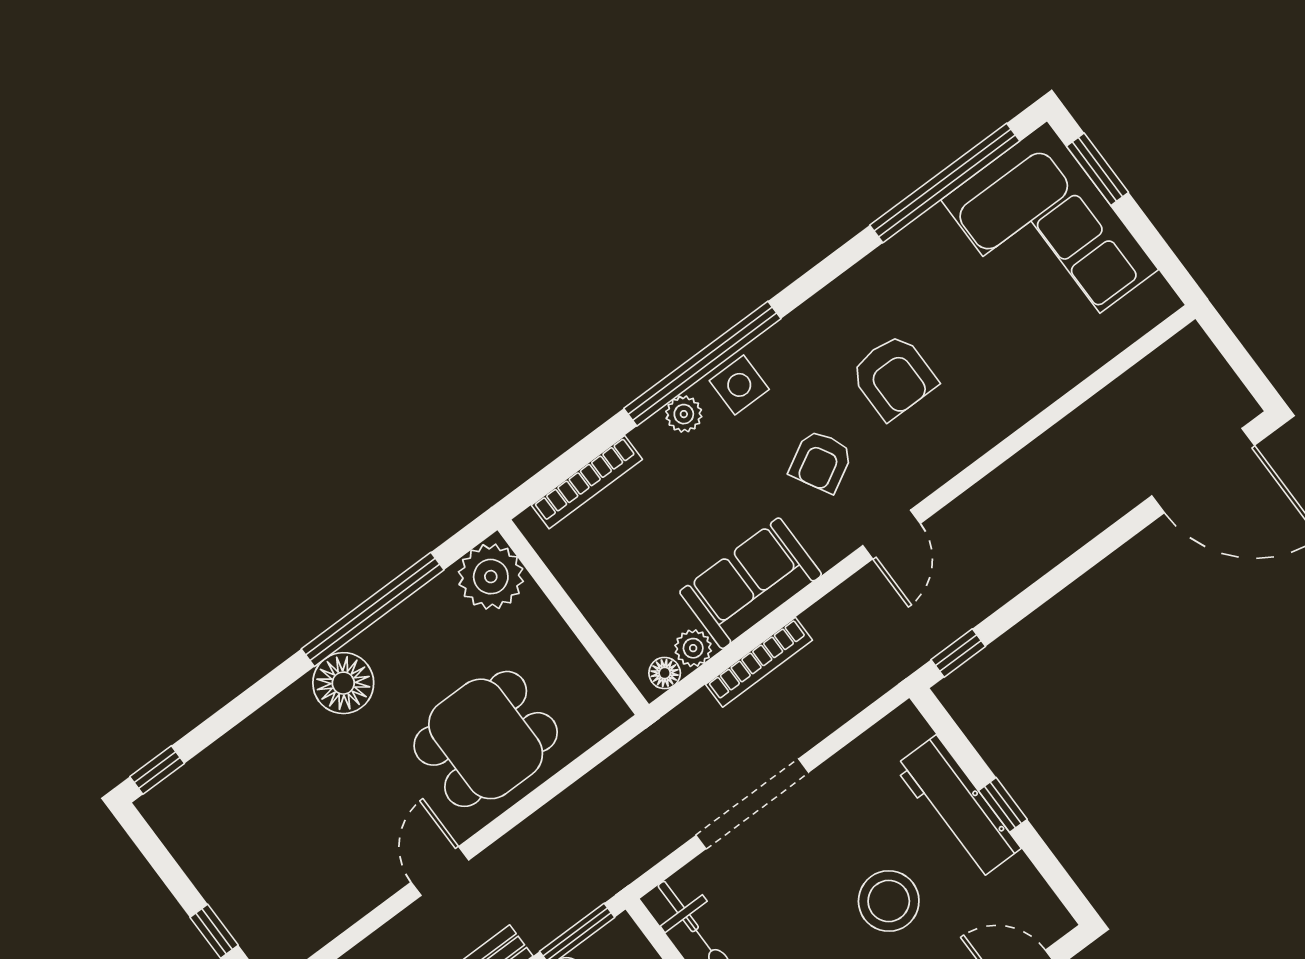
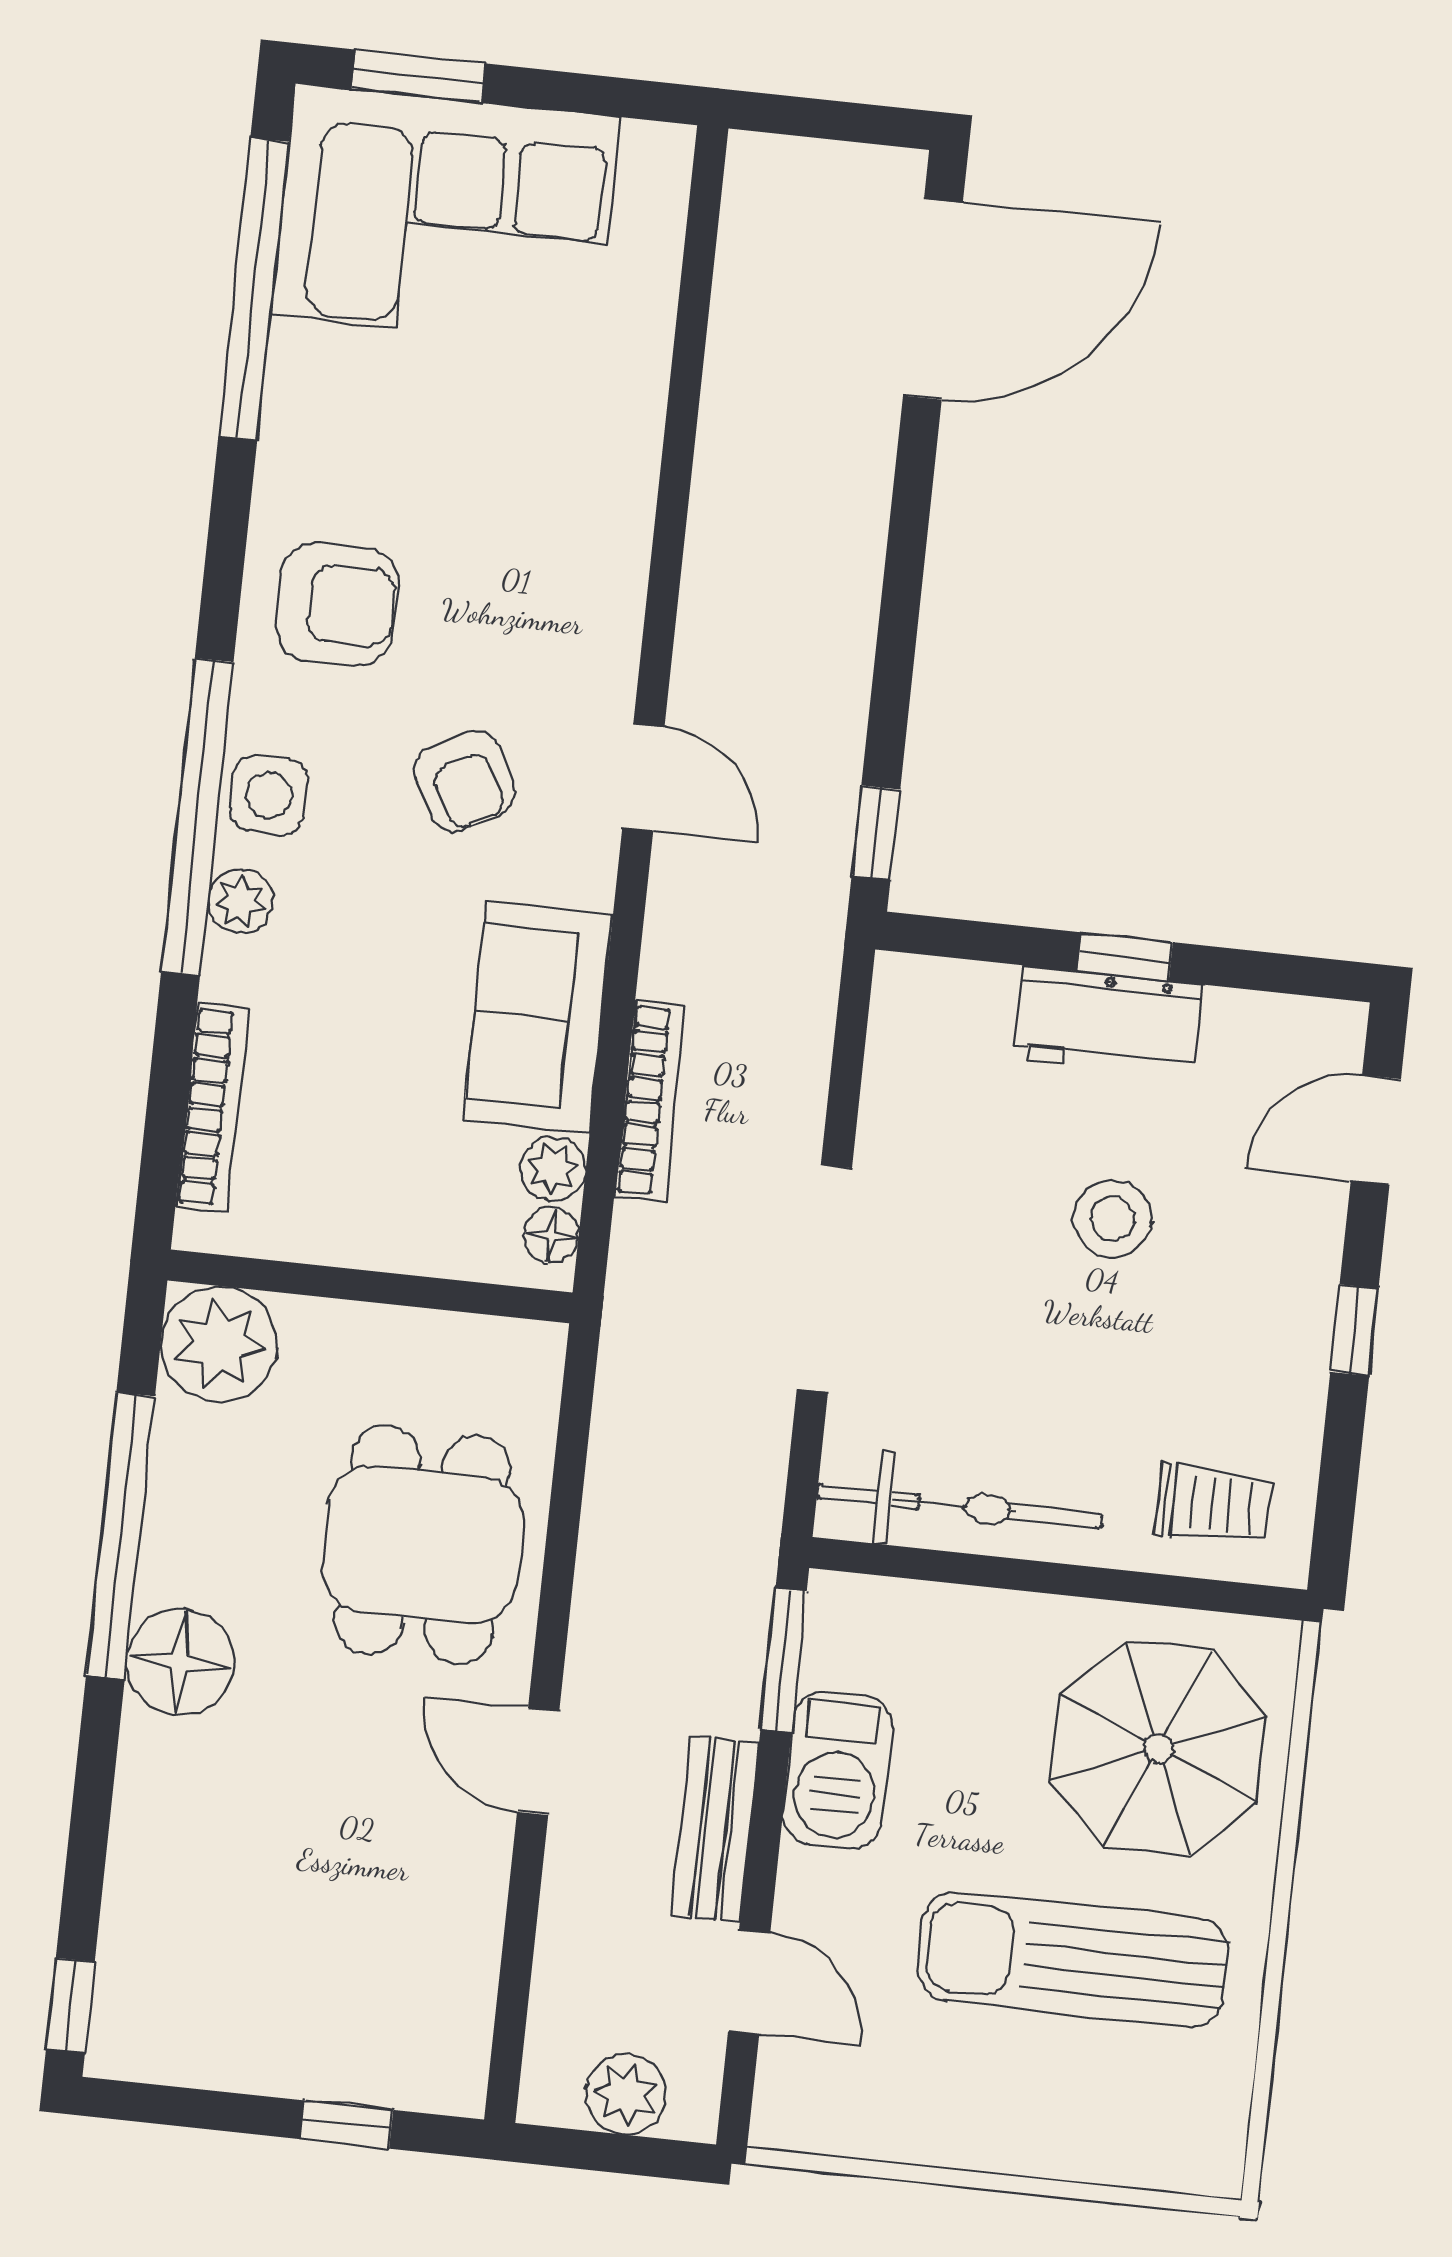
armchair: (894, 377) -> (337, 605), moved
workbench: (958, 807) -> (1108, 1022), width x0.73
stool: (889, 901) -> (1113, 1219), width x0.73, depth x0.73

